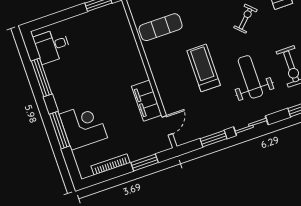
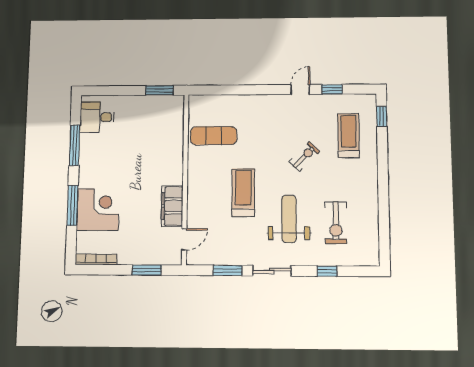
bookcase: (111, 164) -> (96, 259), moved

